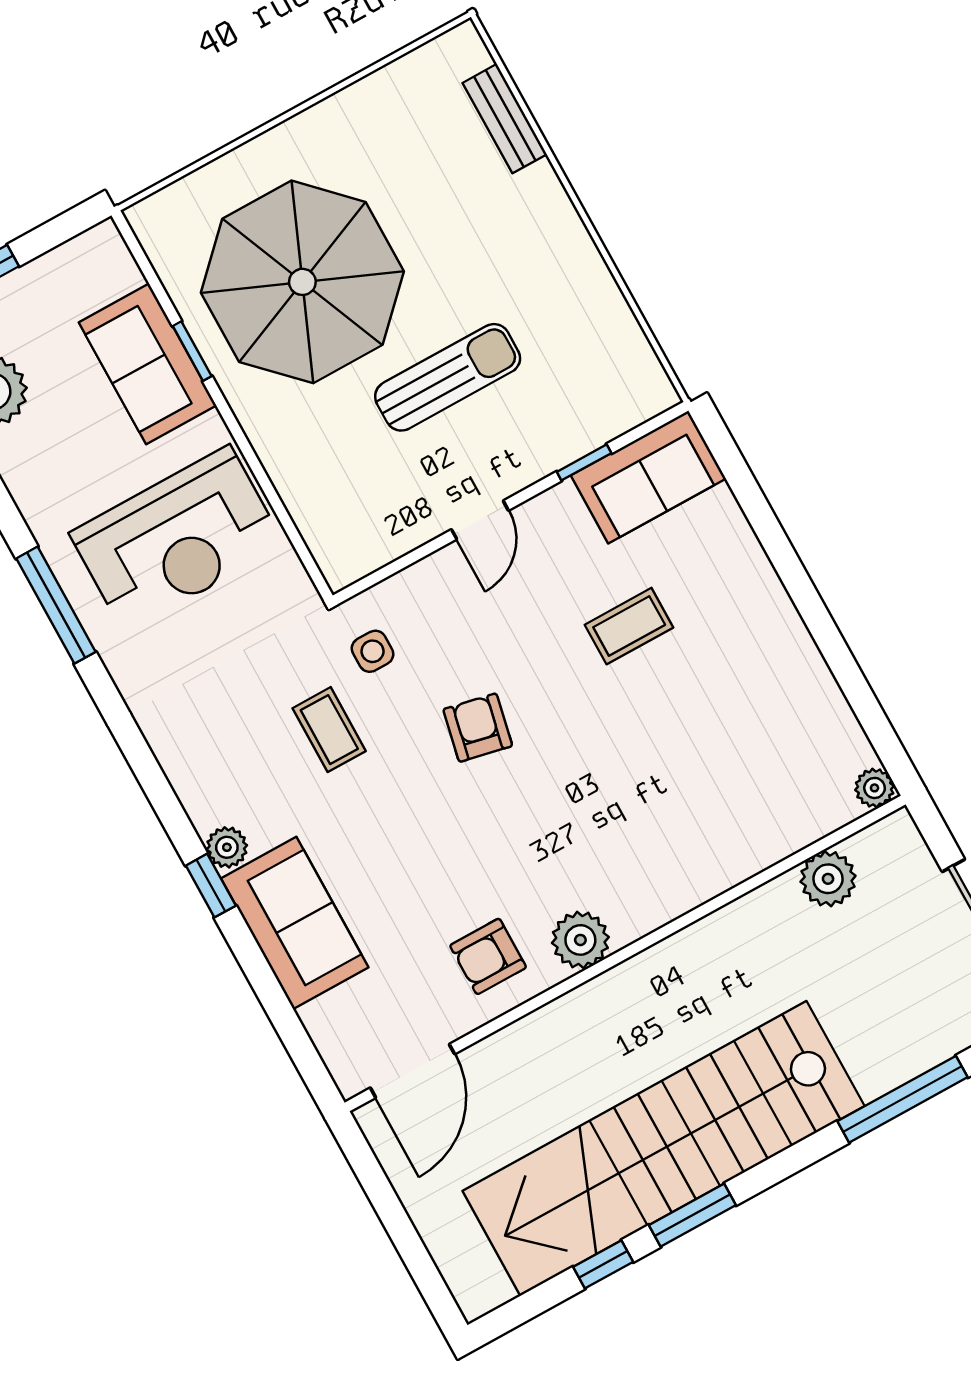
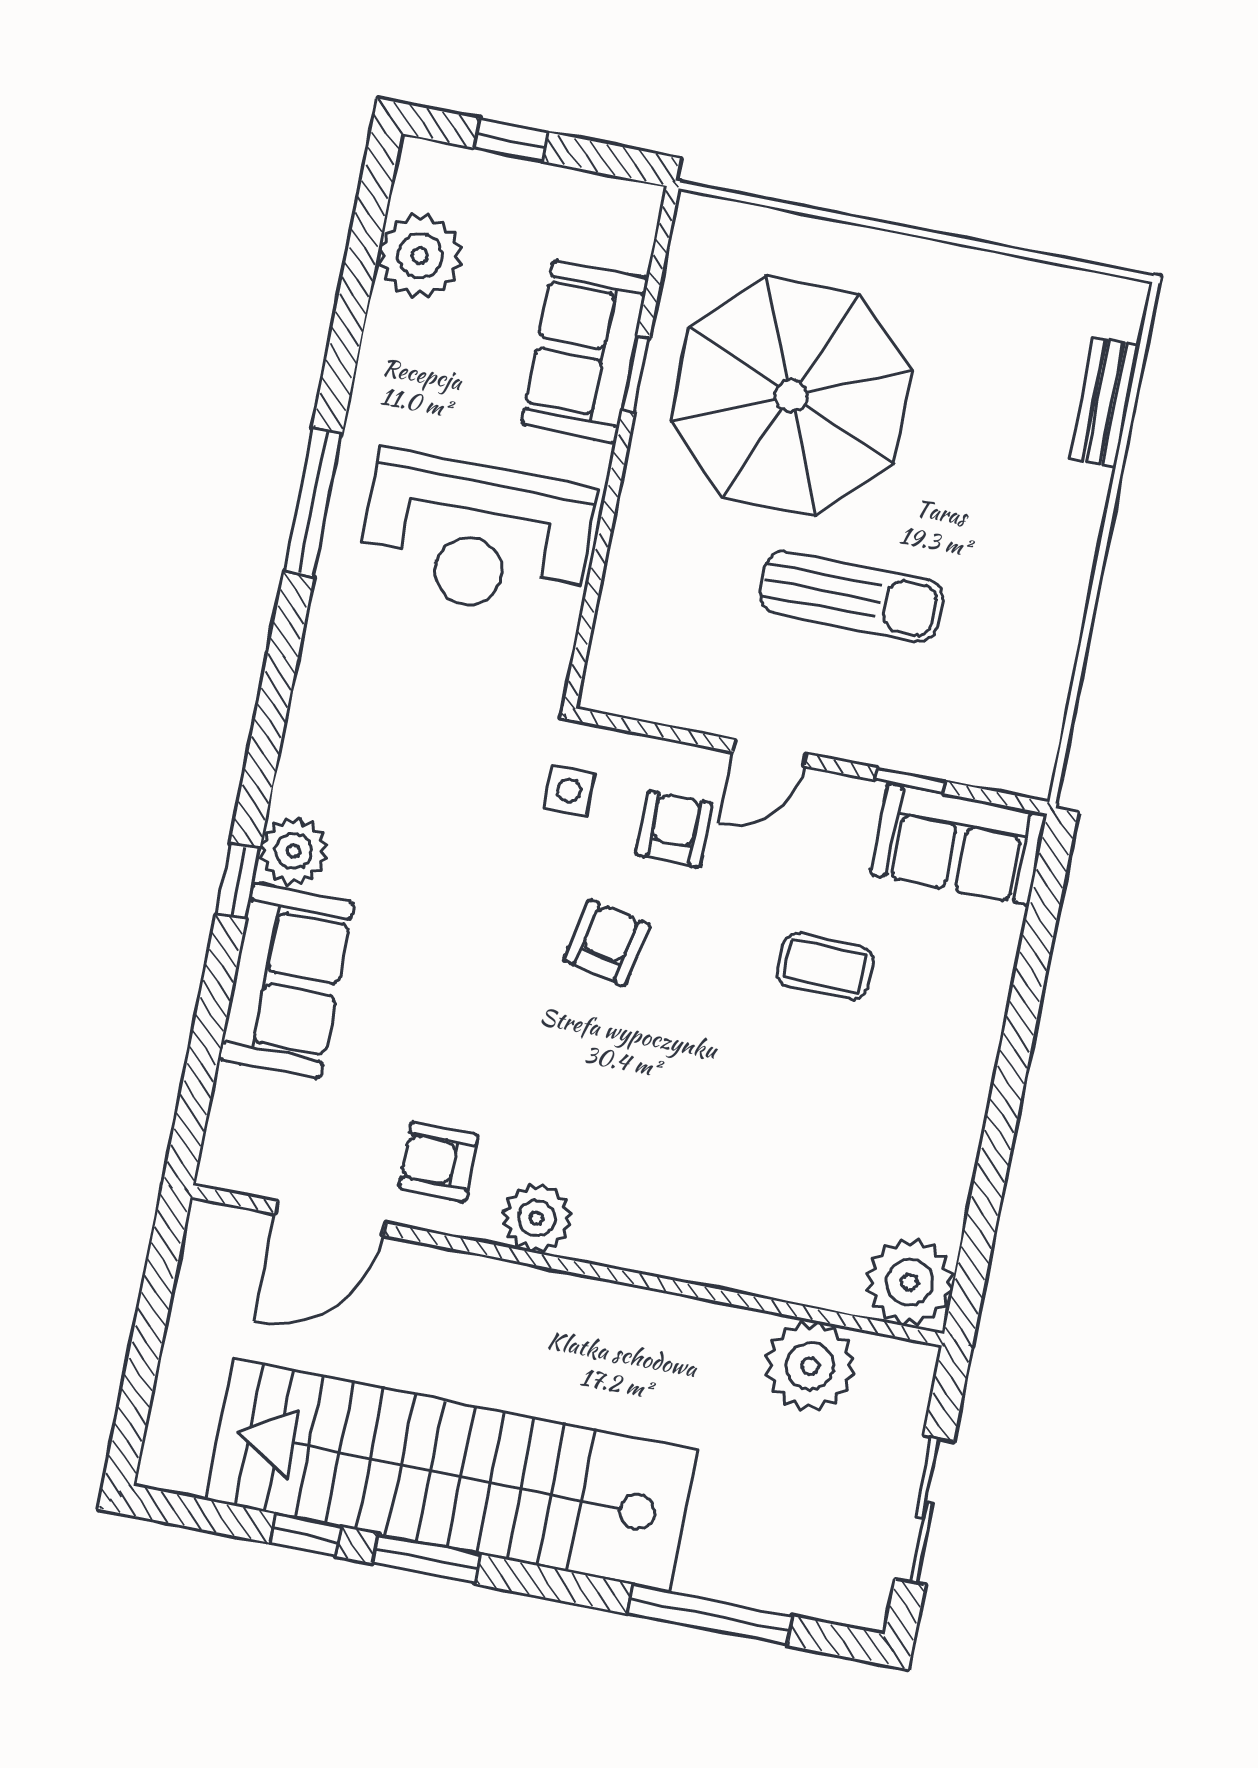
armchair: (460, 620) -> (674, 829), added
coffee table: (329, 730) -> (468, 829), removed
plant: (875, 788) -> (910, 1282), width x1.88, depth x1.88
plant: (227, 847) -> (293, 851), width x1.38, depth x1.38
plant: (828, 879) -> (810, 1366), width x1.36, depth x1.36
door: (412, 1071) -> (330, 1218), moved

